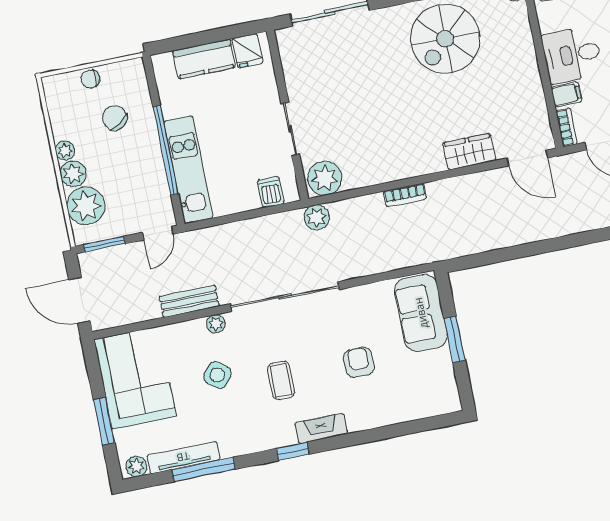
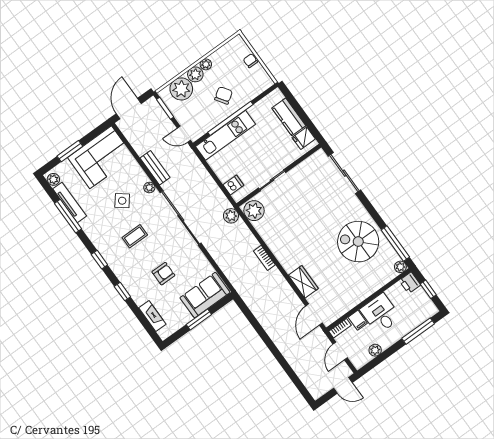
chair: (115, 118) -> (224, 95), moved
fireplace: (321, 428) -> (152, 316), moved
window: (358, 438) -> (122, 292), added

